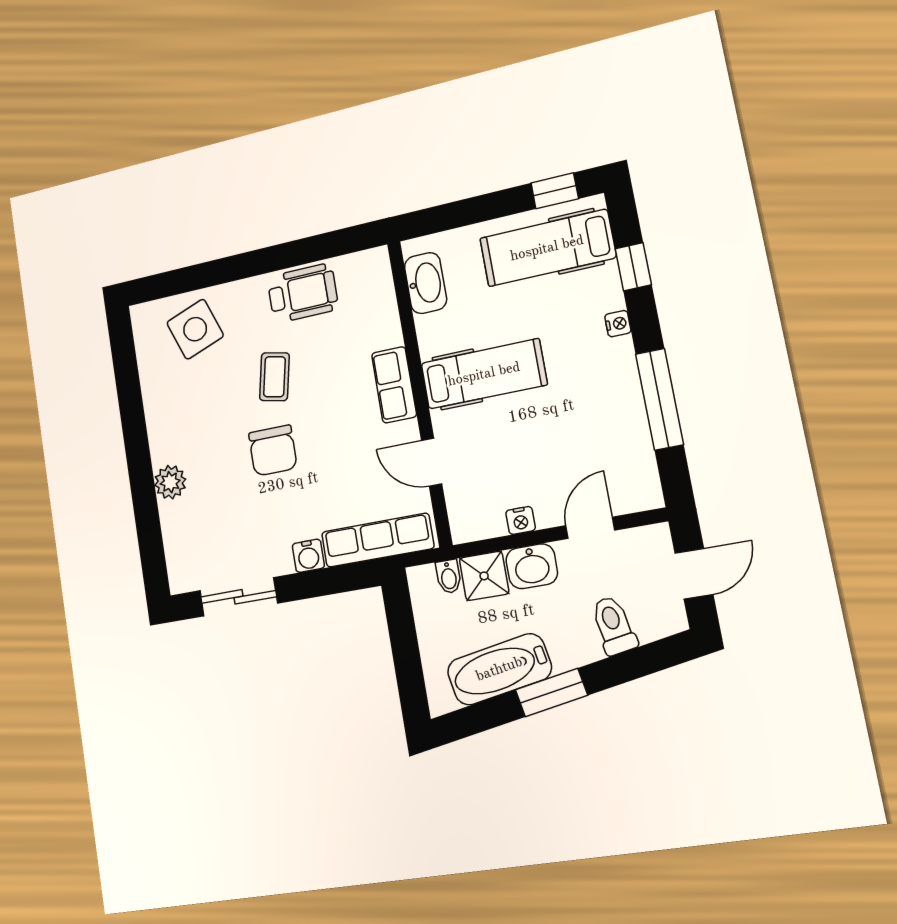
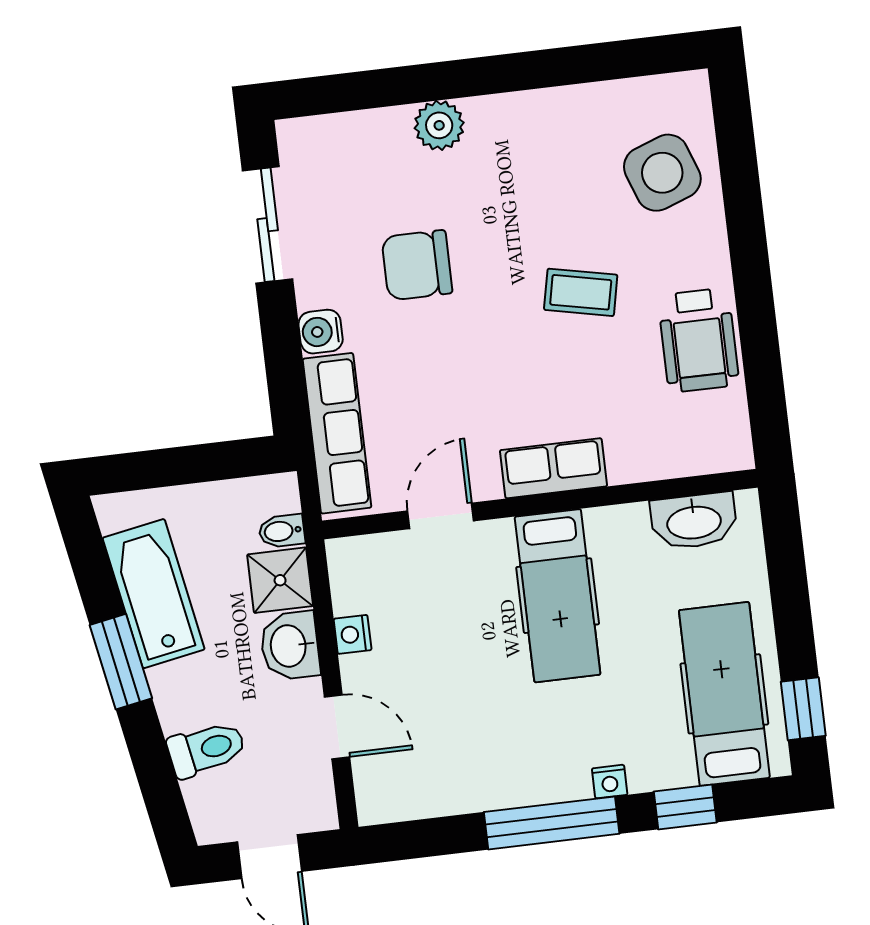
window: (659, 399) -> (552, 823), moved
chair: (273, 450) -> (417, 265), moved

